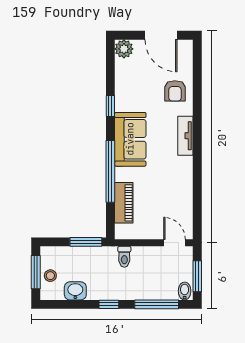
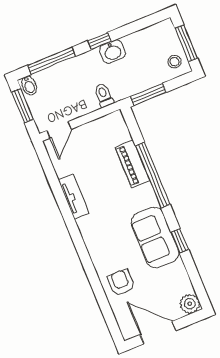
tv unit: (185, 136) -> (74, 197), moved
sofa: (130, 139) -> (155, 237), moved
piano: (124, 203) -> (132, 164), moved
door: (174, 243) -> (59, 130), hinge flipped
stool: (50, 276) -> (175, 62), moved
washbasin: (75, 291) -> (112, 52), moved

